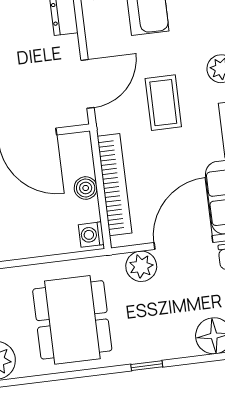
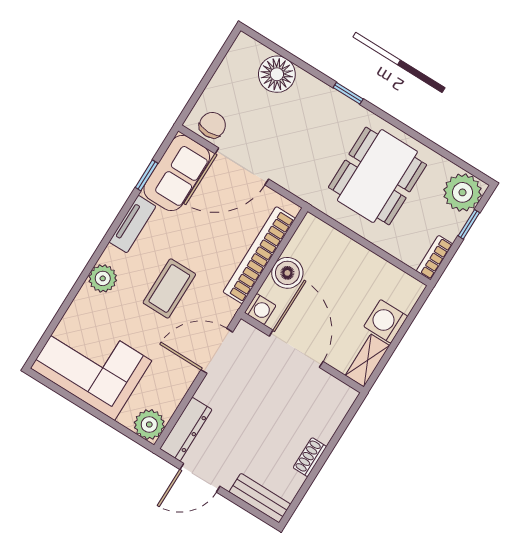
boiler: (86, 188) -> (287, 273), width x1.36, depth x1.36
washing machine: (91, 235) -> (260, 309), moved
plant: (141, 266) -> (290, 174), removed

